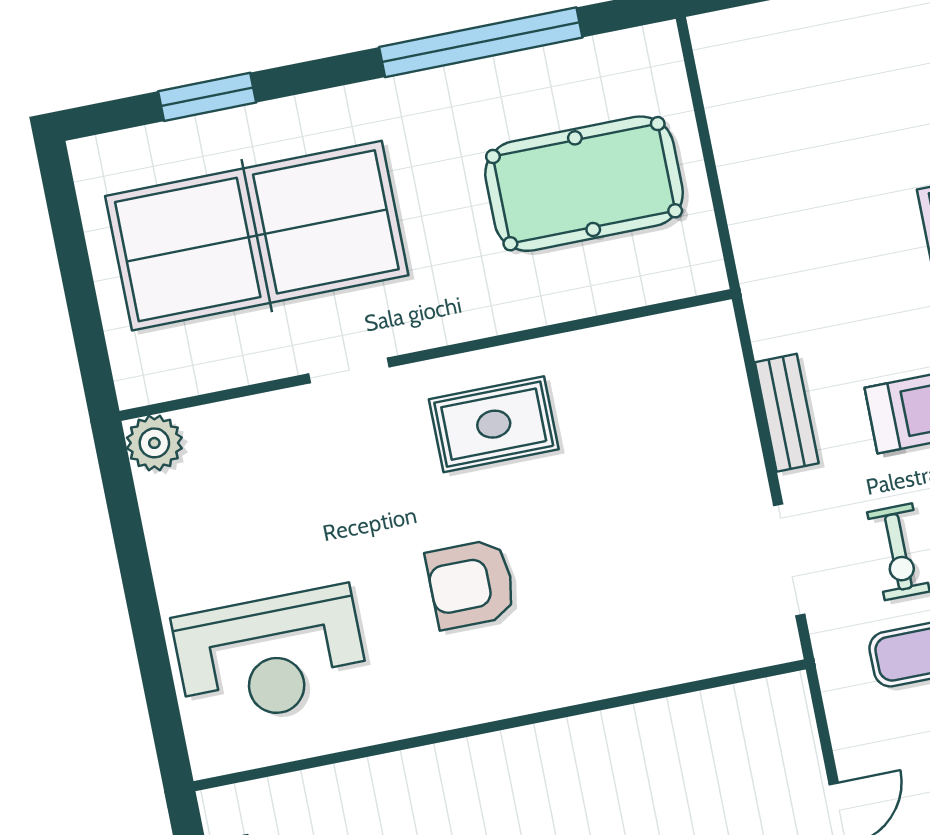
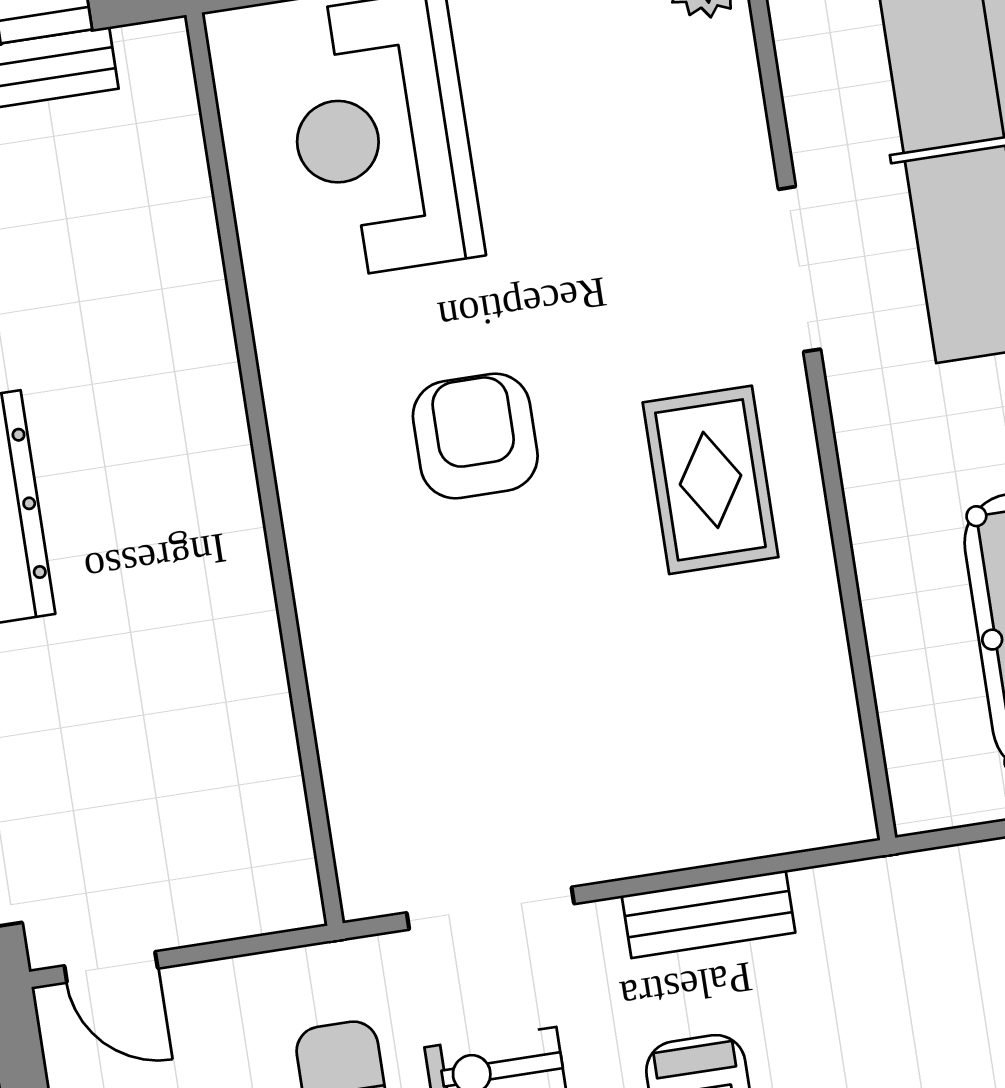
doorway: (349, 370) -> (799, 269), width x1.38

